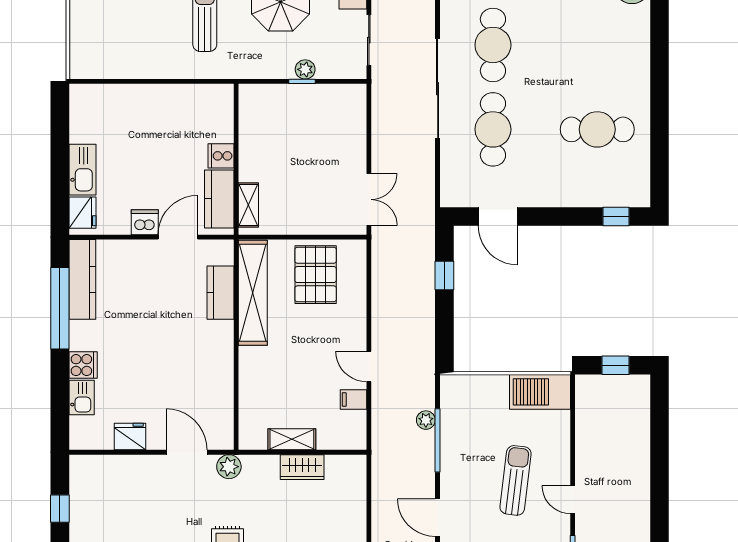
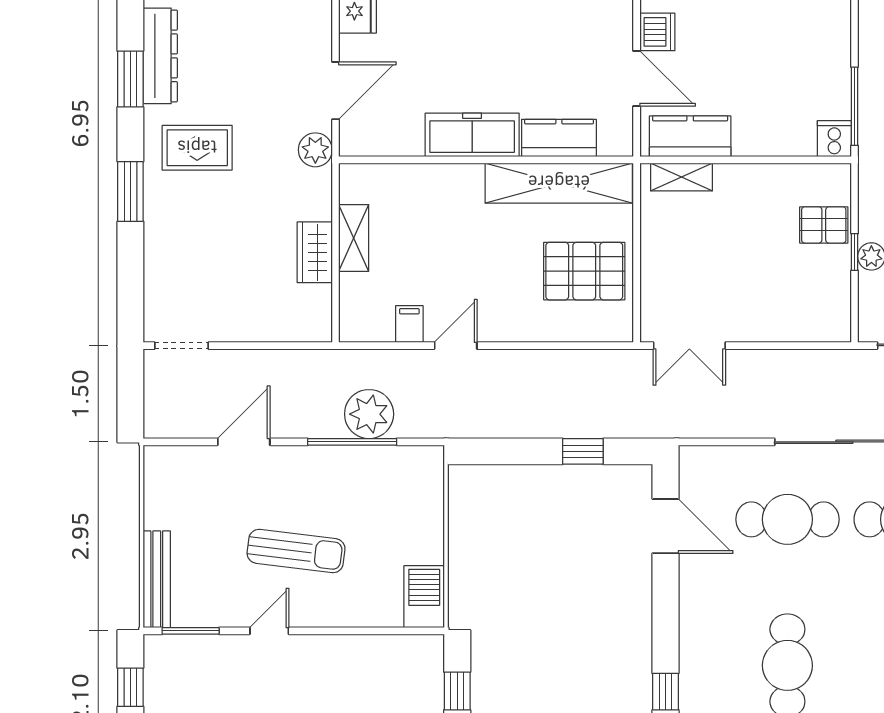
window: (198, 81) -> (855, 106), added
pallet: (283, 103) -> (824, 225), added
cooker: (221, 156) -> (834, 139), moved
door: (498, 217) -> (665, 526), swing flipped
freezer: (218, 355) -> (472, 135), added
barbecue: (540, 392) -> (424, 597), width x0.73, depth x0.83
plant: (426, 420) -> (369, 414), width x1.88, depth x1.88

